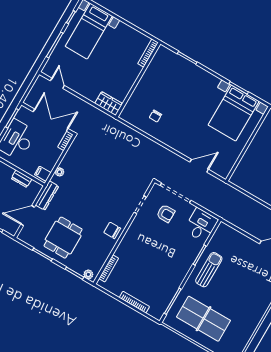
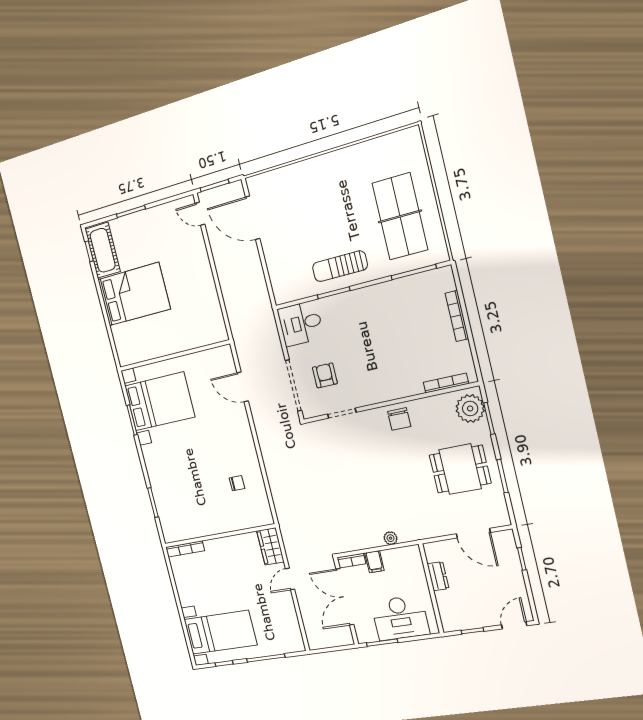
door: (57, 83) -> (290, 579), moved
filing cabinet: (43, 174) -> (374, 562), moved
dresser: (47, 196) -> (430, 530), removed
plant: (88, 274) -> (470, 408), width x1.87, depth x1.87

